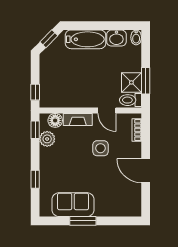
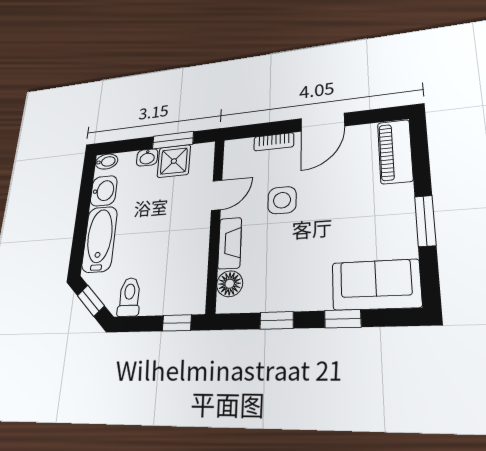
washbasin: (136, 65) -> (147, 157), added
toilet: (130, 100) -> (129, 297), moved, turned 180
window: (35, 130) -> (277, 320), moved
bookcase: (137, 130) -> (274, 142), moved
plant: (47, 139) -> (263, 297), removed
sofa: (73, 205) -> (376, 285), moved, turned 90
piano: (123, 209) -> (395, 152), added

